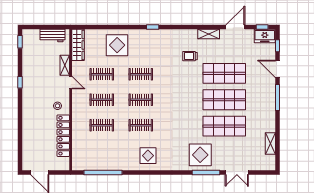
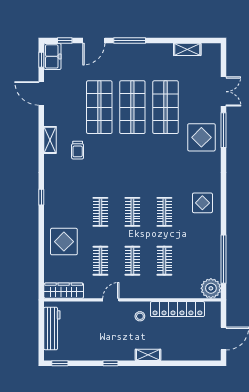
shelving: (209, 34) -> (50, 140), moved
workbench: (52, 36) -> (52, 328), width x1.38
shelving: (65, 65) -> (148, 355), moved
plant: (80, 162) -> (211, 288), added

